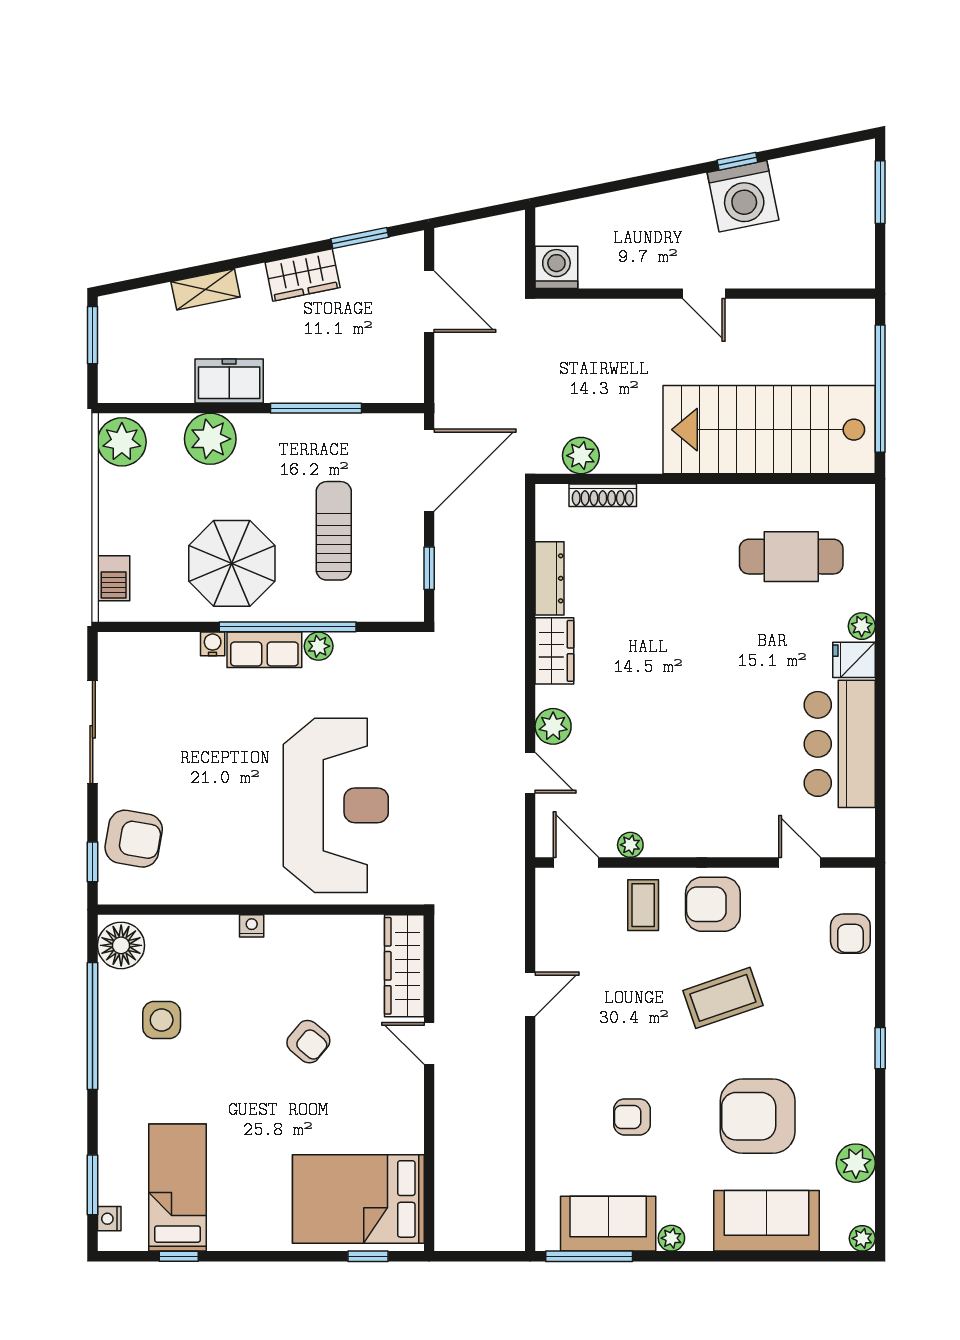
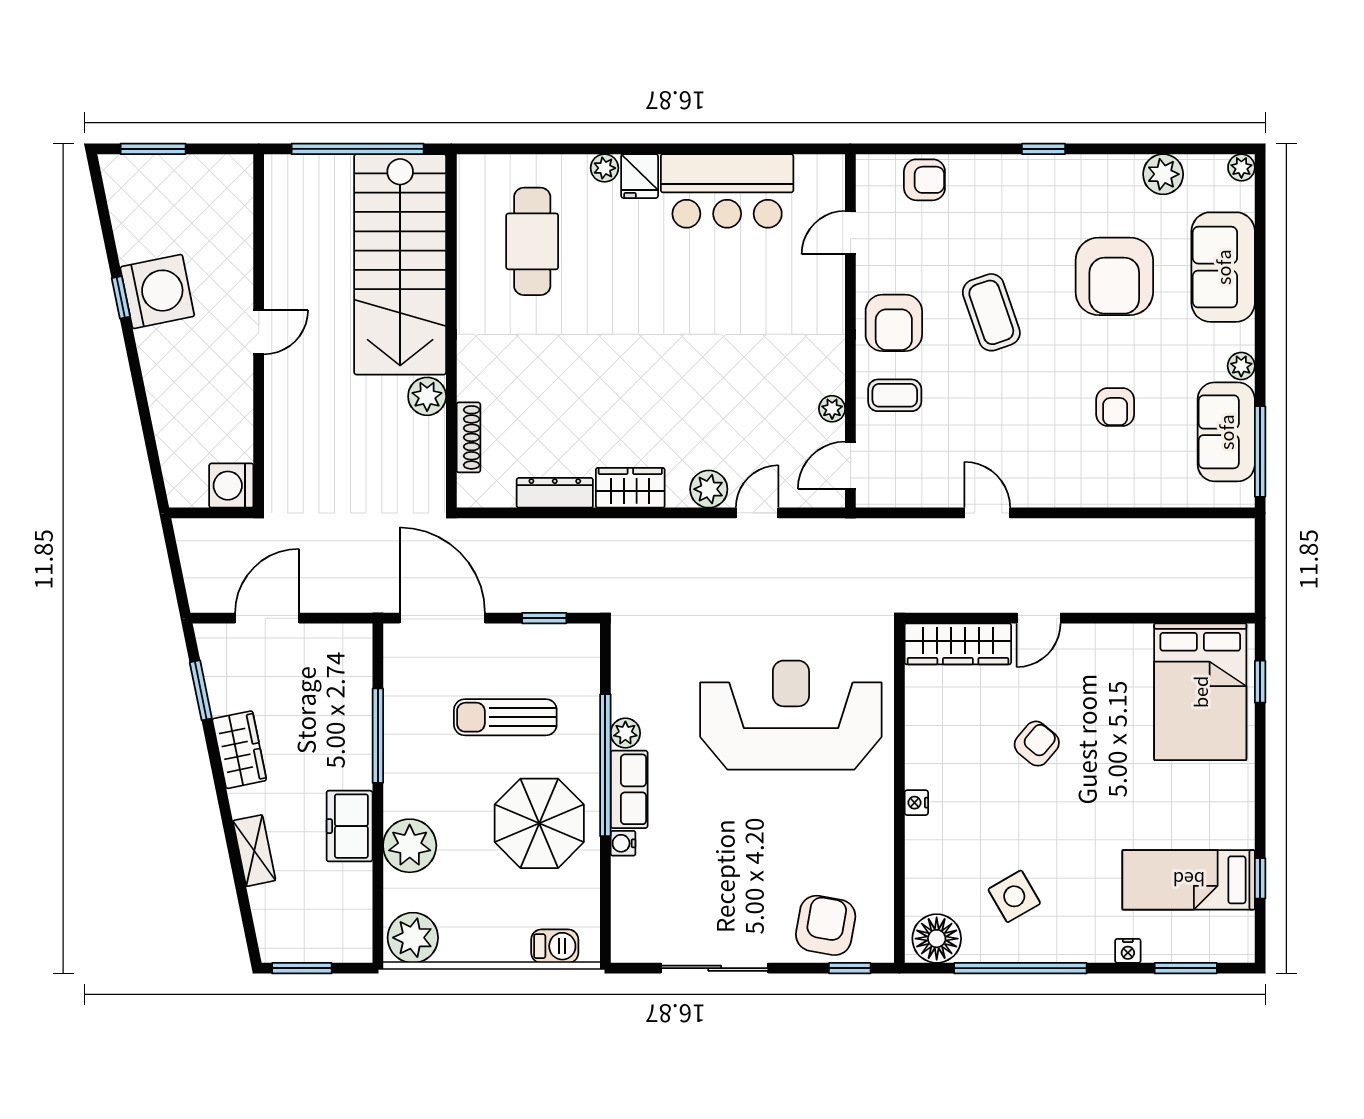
plant: (581, 456) -> (427, 396), moved
side table: (162, 1020) -> (1014, 896), turned -30
nightstand: (109, 1219) -> (1128, 951), moved

